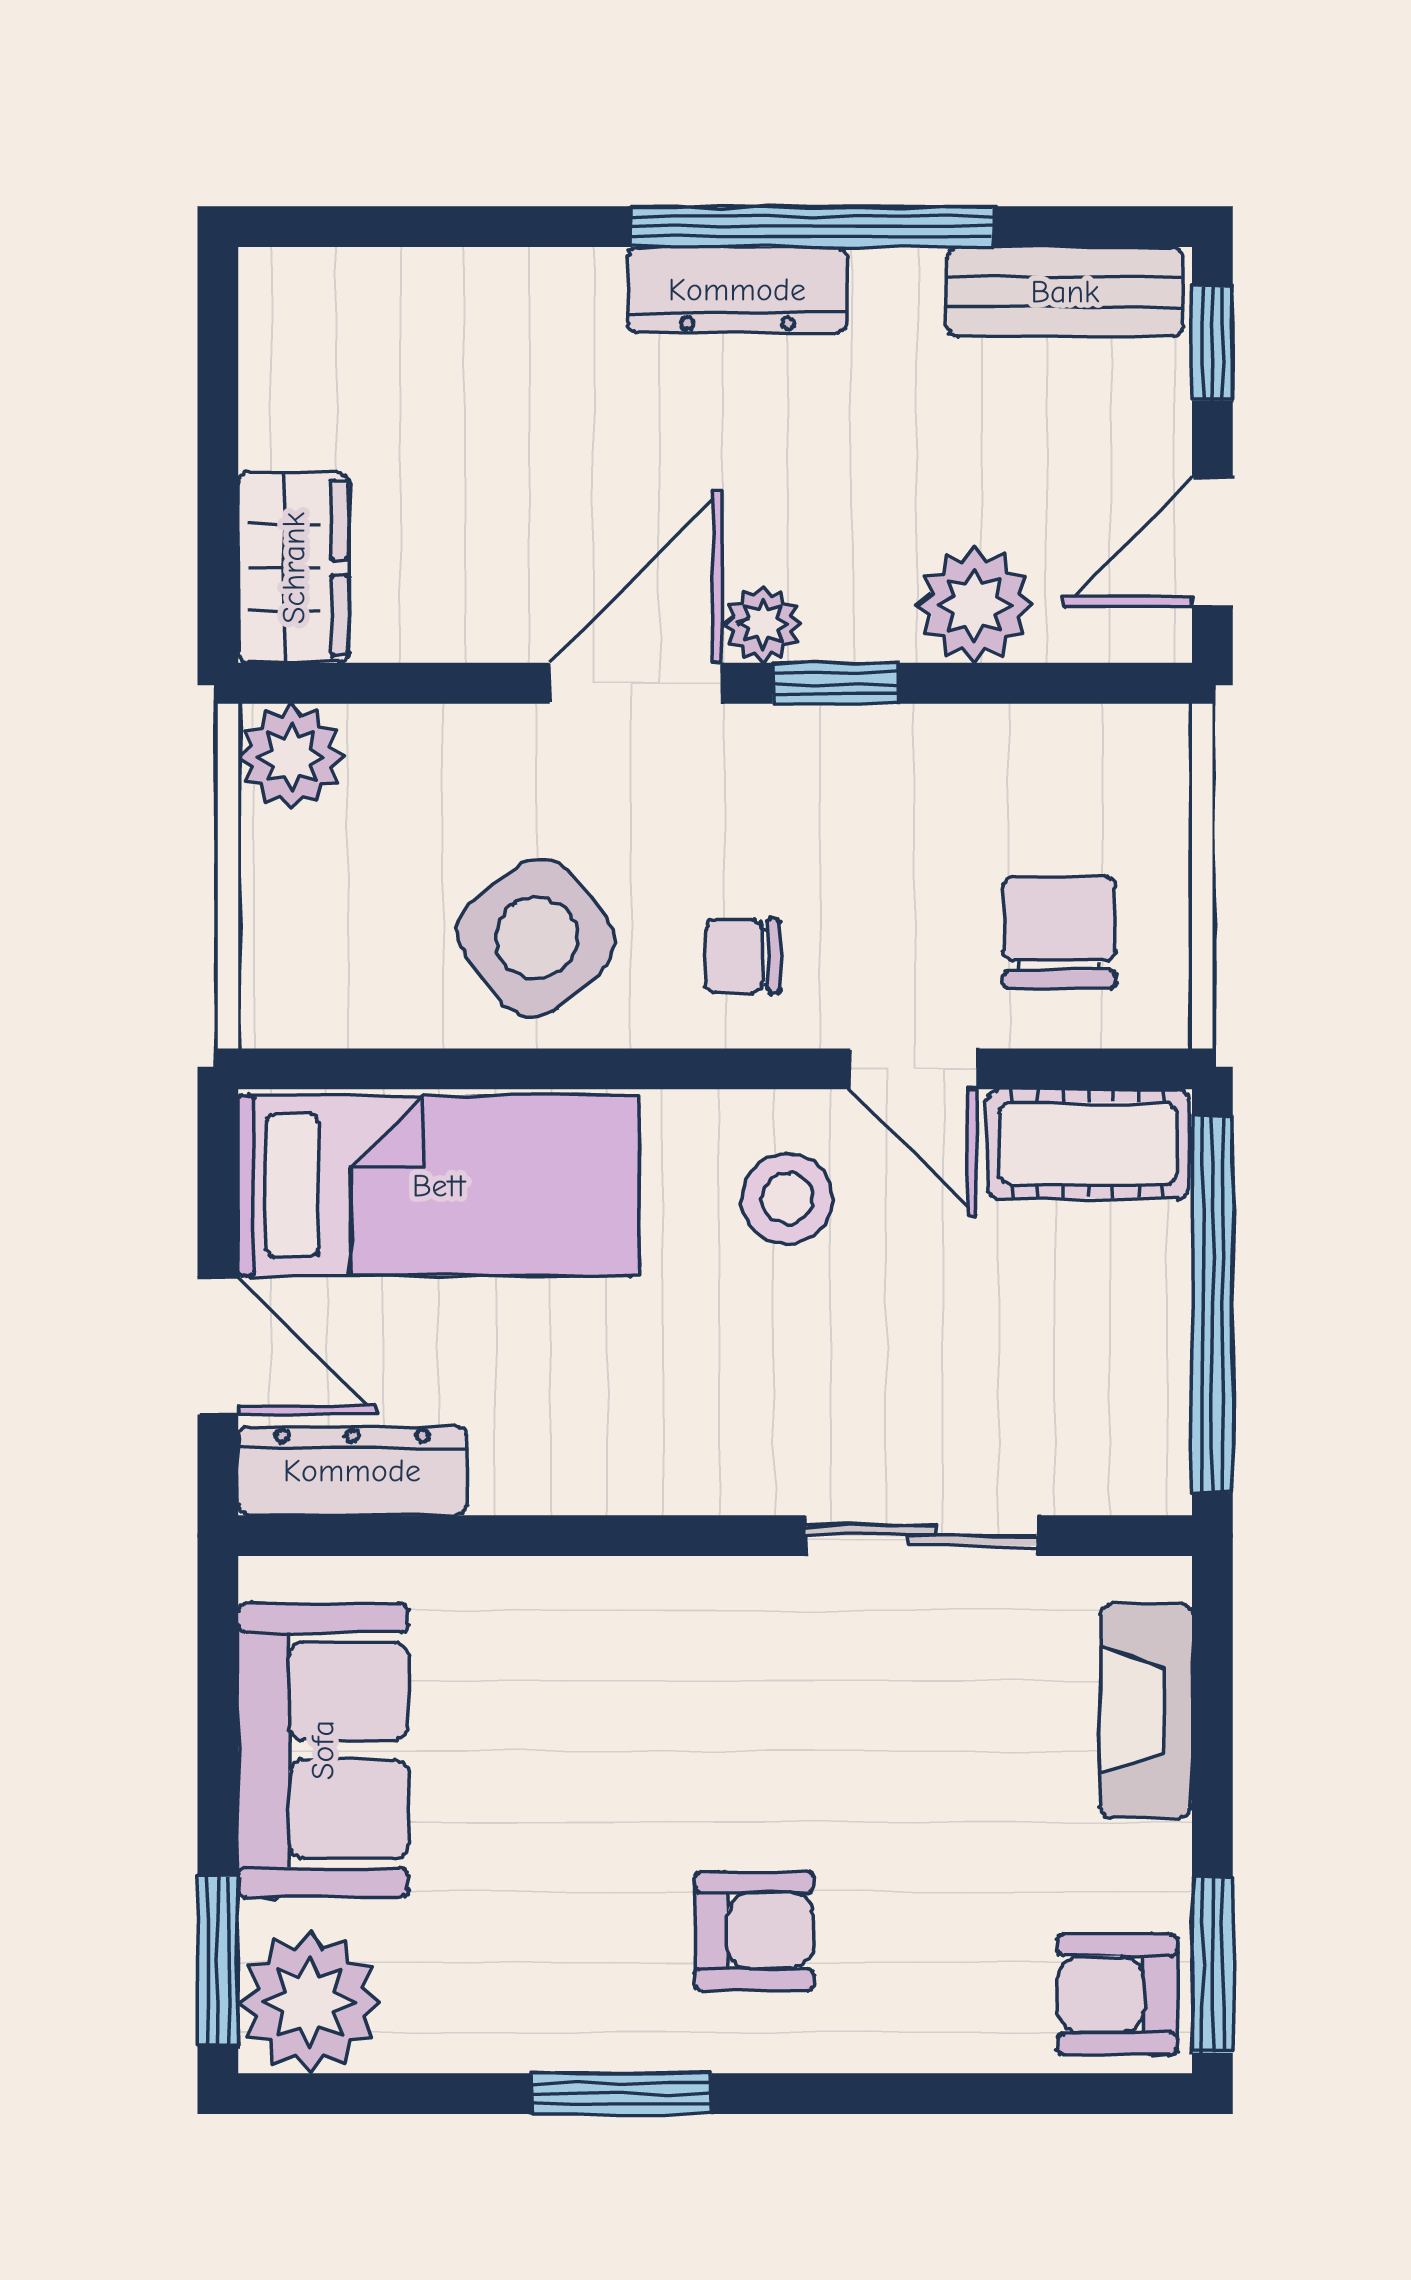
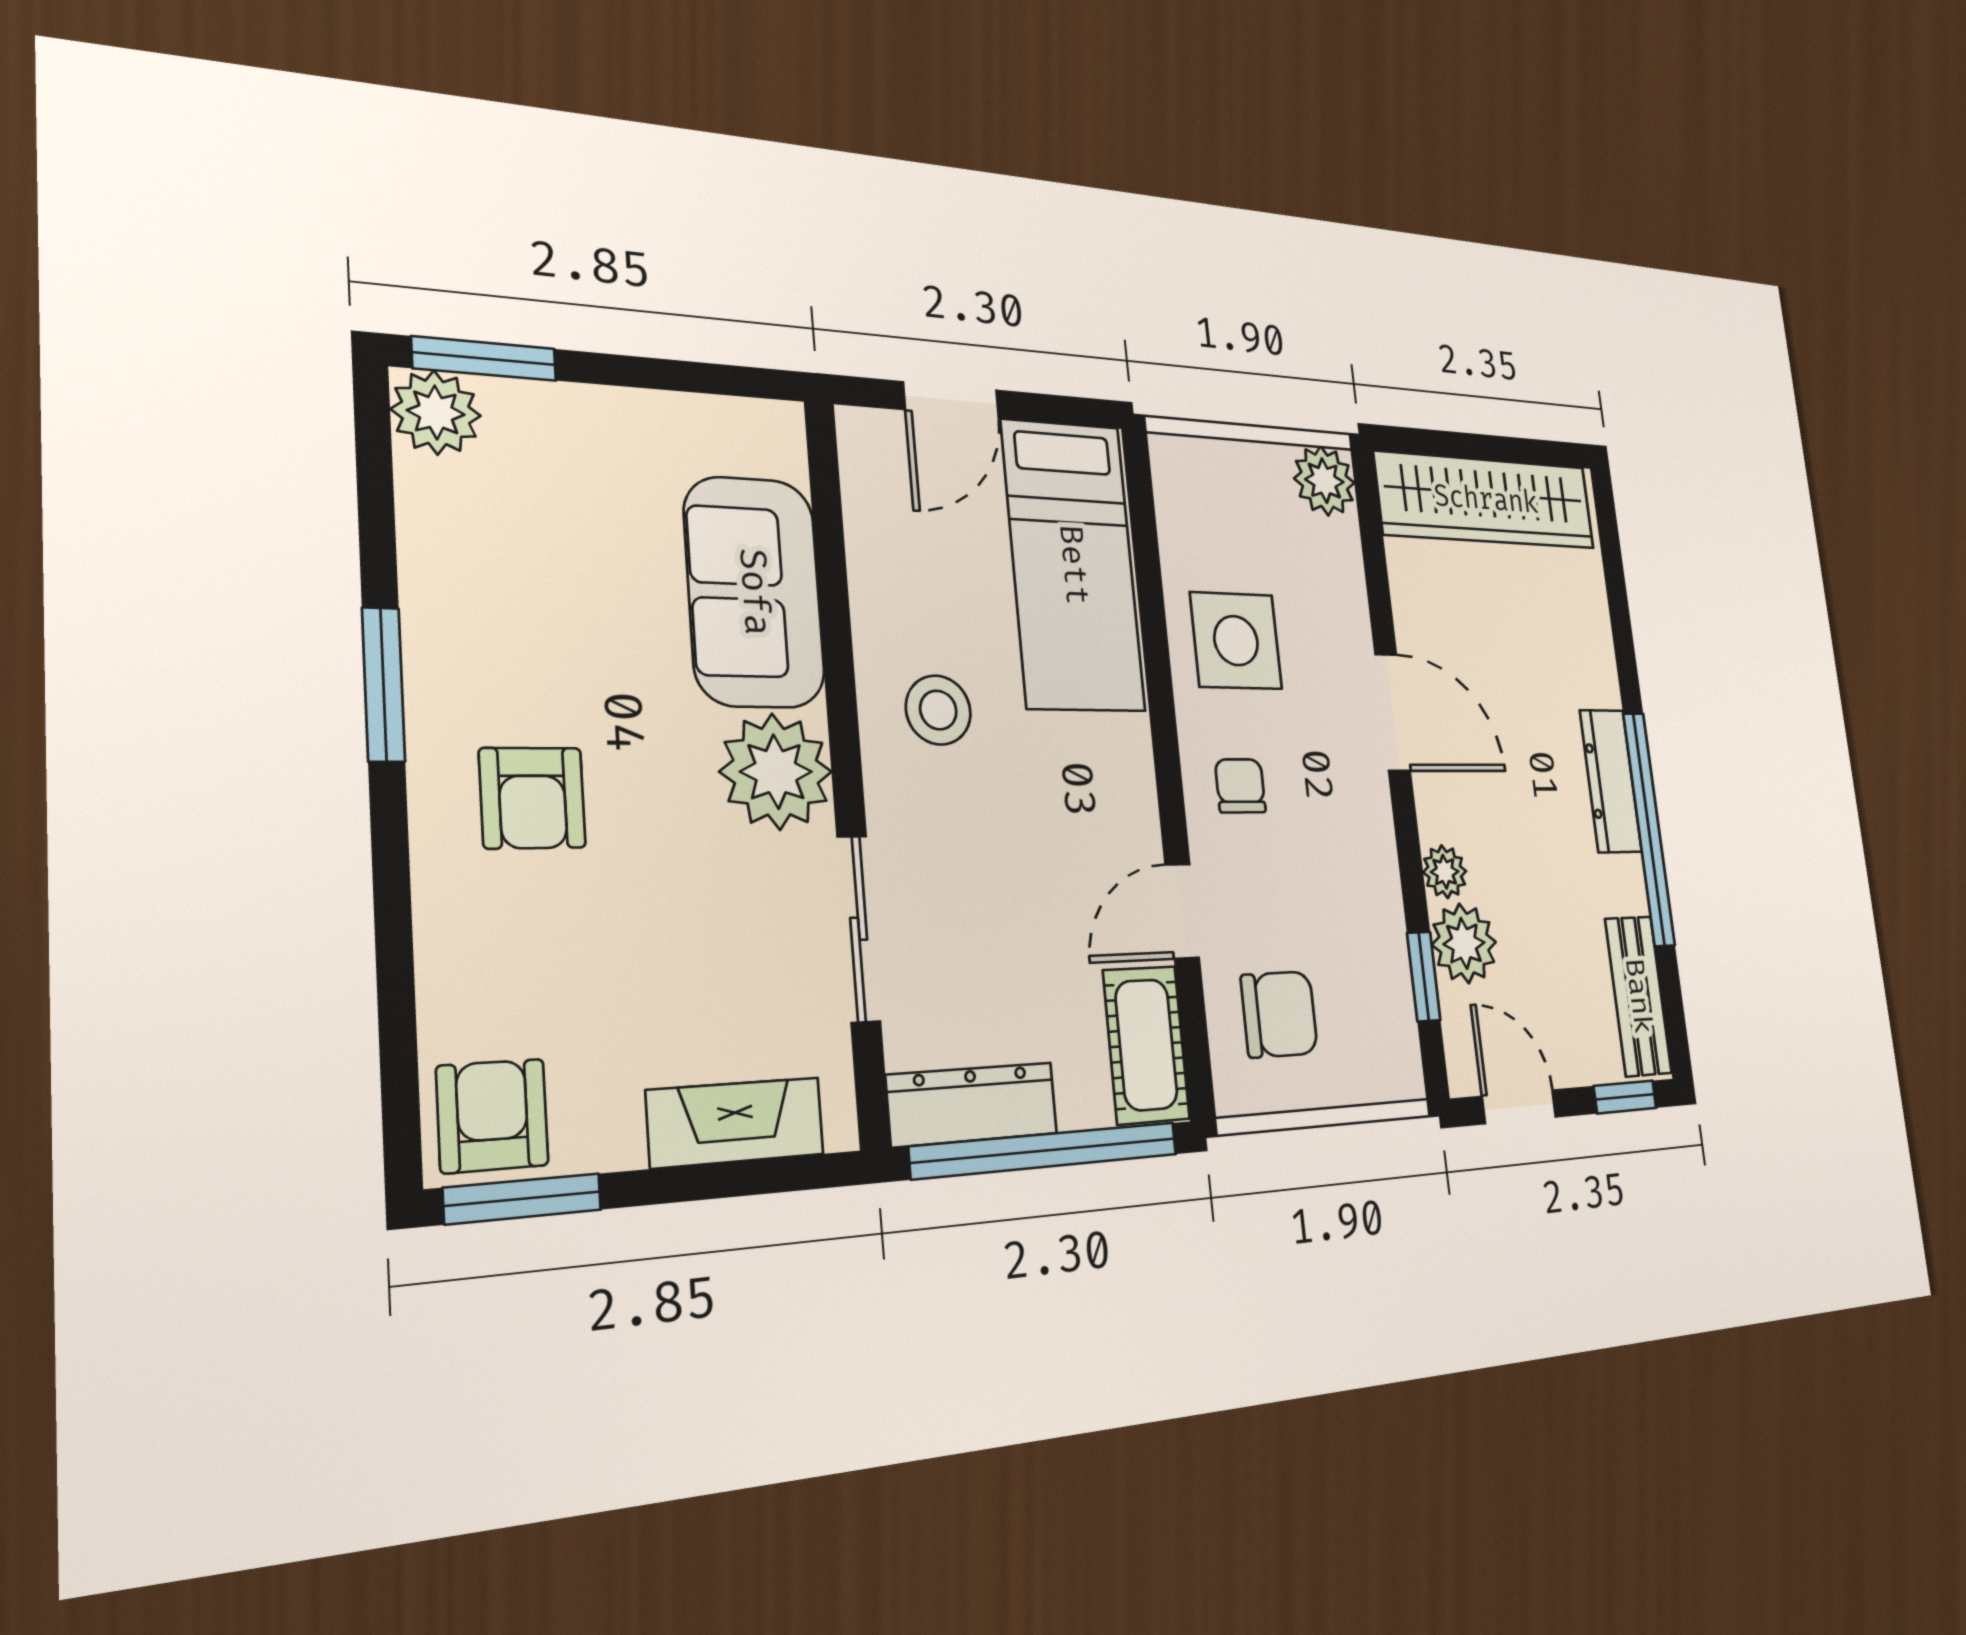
wardrobe: (294, 568) -> (1486, 500), width x2.10, depth x1.17
plant: (763, 624) -> (1445, 872), moved
window: (836, 683) -> (1424, 976), moved
side table: (536, 938) -> (1236, 641), turned 38
stool: (787, 1198) -> (938, 710), moved
dresser: (352, 1471) -> (972, 1104), moved, turned -90
plant: (723, 1629) -> (776, 772), added
sofa: (323, 1750) -> (754, 592), moved, turned 90
plant: (310, 2002) -> (436, 412), width x0.73, depth x0.73

